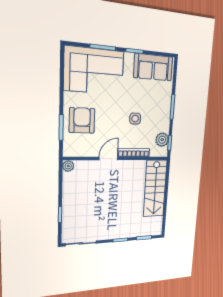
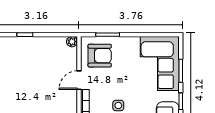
armchair: (82, 120) -> (100, 56), moved
door: (108, 159) -> (79, 80), swing flipped

